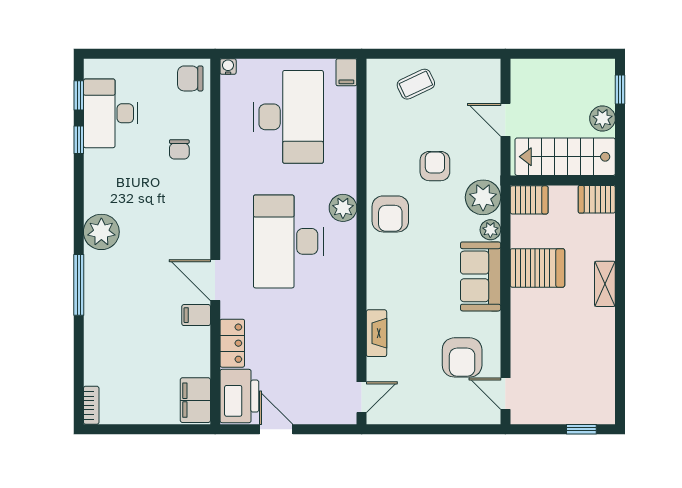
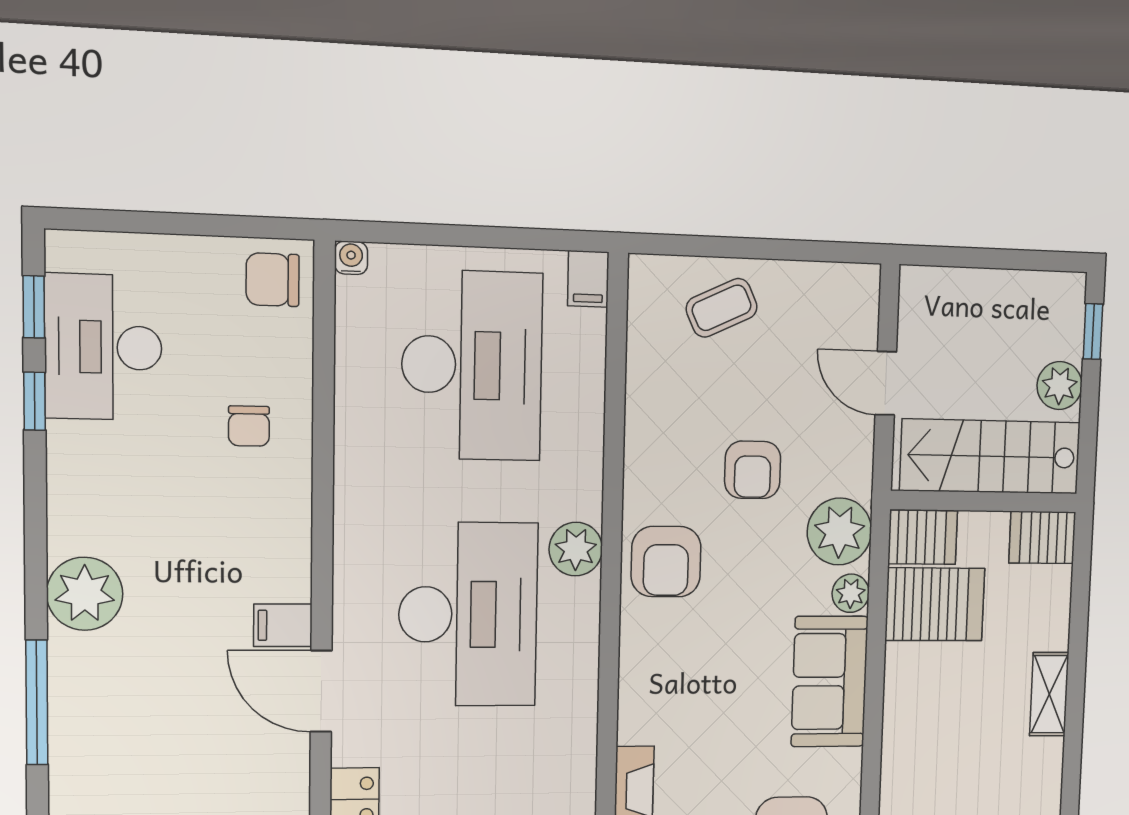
armchair: (435, 166) -> (753, 470), turned 180
desk: (288, 241) -> (468, 614), turned 180
server rack: (537, 268) -> (935, 604), moved
filing cabinet: (196, 315) -> (283, 625), moved

